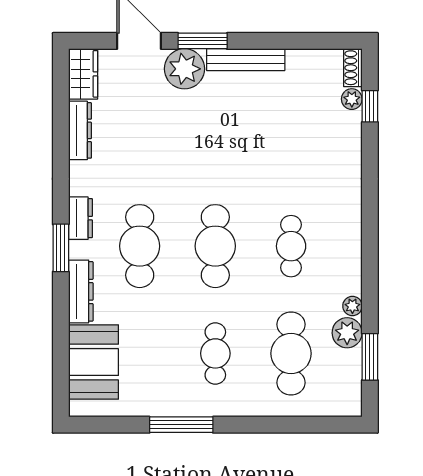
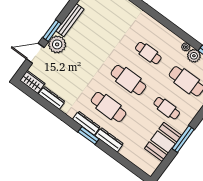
dresser: (80, 218) -> (86, 123), width x1.44
booth: (93, 362) -> (163, 142), moved, turned 90

